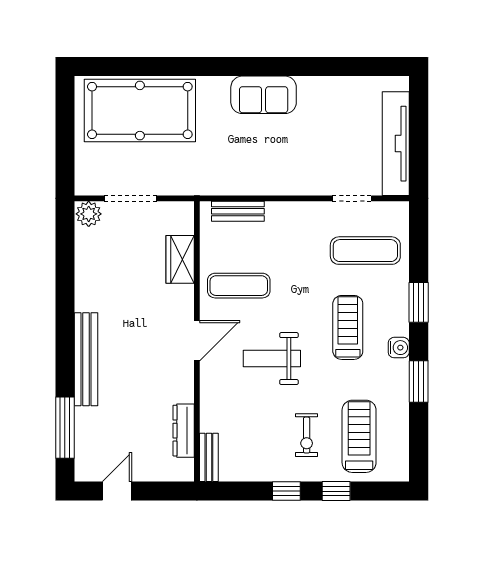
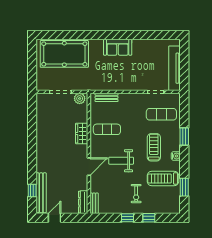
plant: (89, 214) -> (80, 98), moved
wardrobe: (180, 259) -> (82, 133), moved
door: (197, 341) -> (89, 167), moved
bench: (86, 359) -> (41, 193), moved
window: (419, 382) -> (184, 187), moved
window: (65, 428) -> (32, 190), width x0.46
dresser: (184, 431) -> (83, 202), moved
treadmill: (359, 436) -> (163, 178), moved, turned -90

